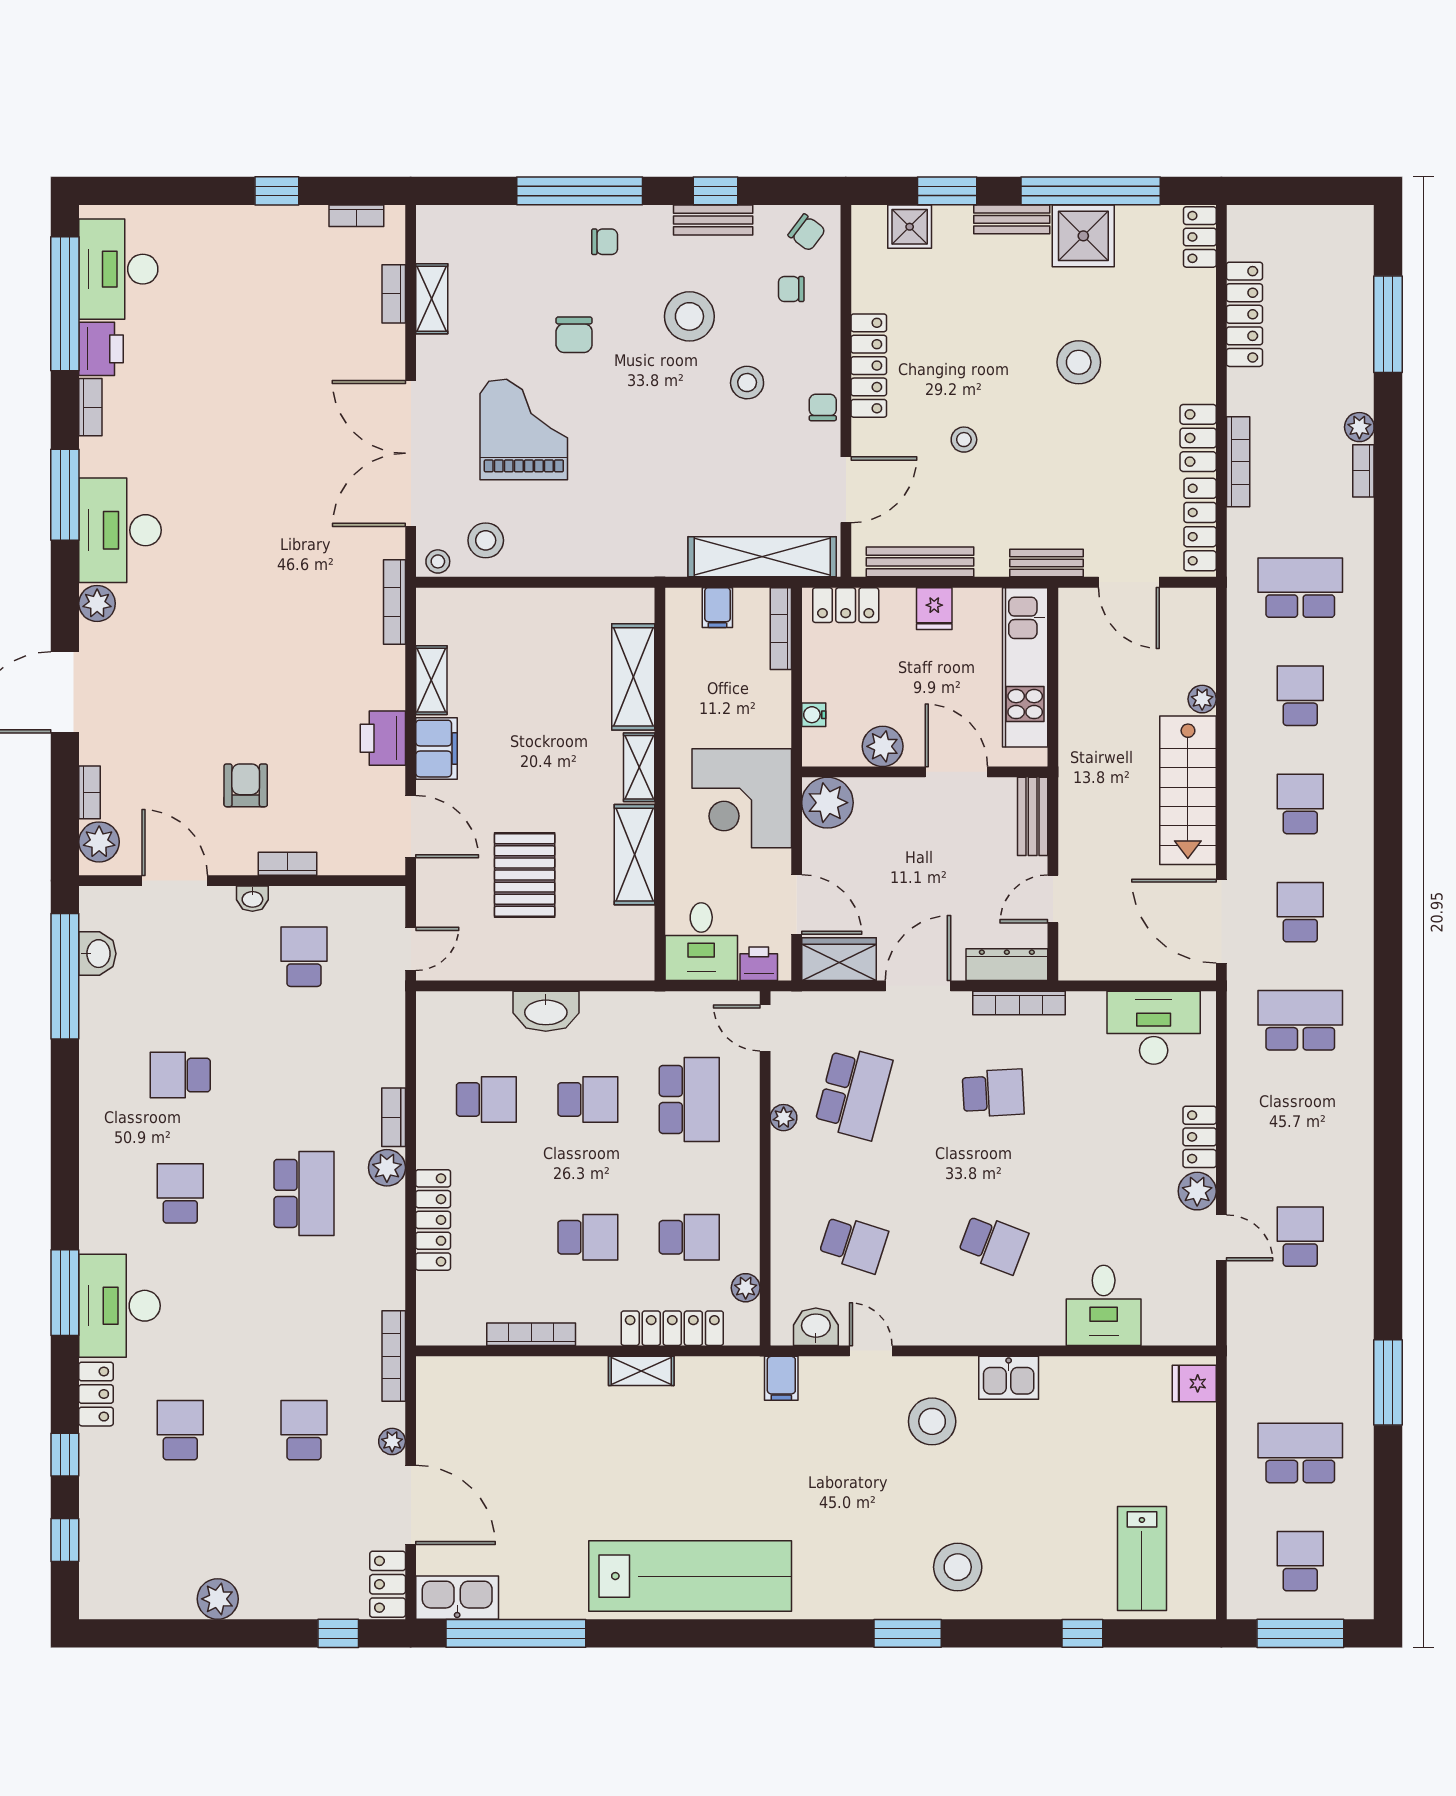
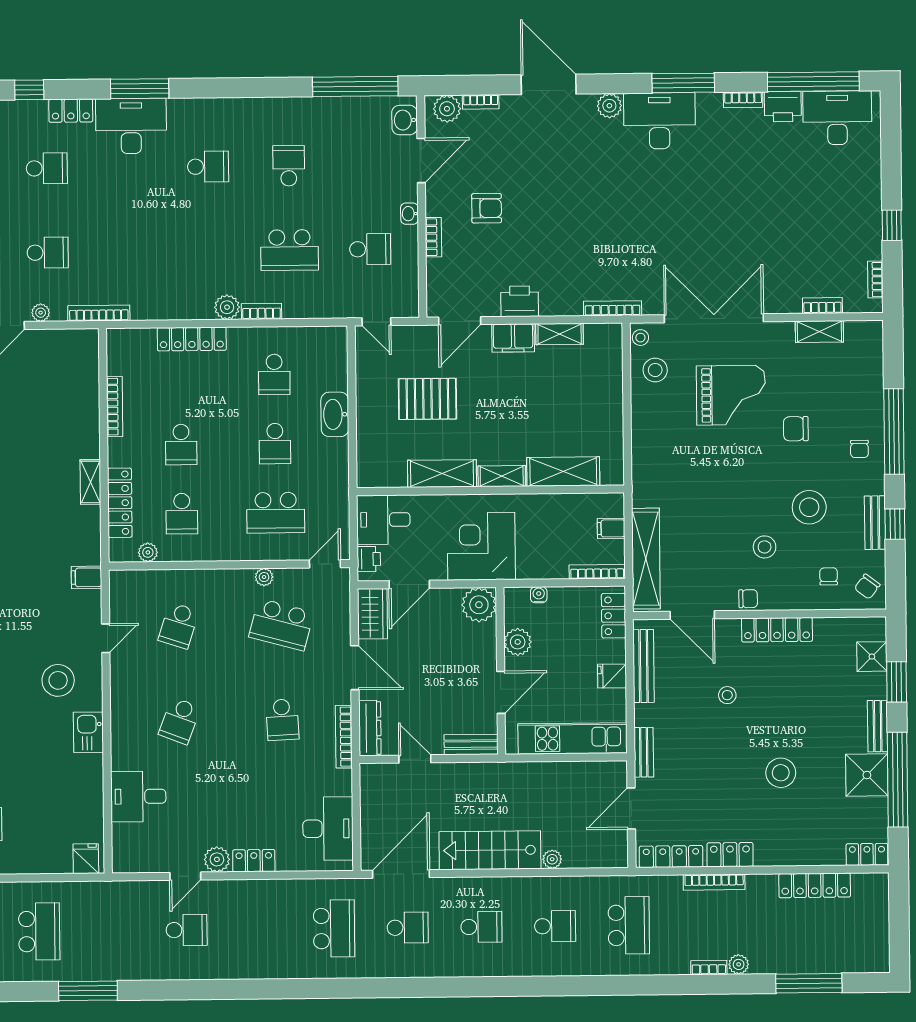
washbasin: (97, 954) -> (405, 120), moved, turned 90
school desk: (304, 1193) -> (290, 250), moved
washbasin: (816, 1327) -> (122, 601), removed

